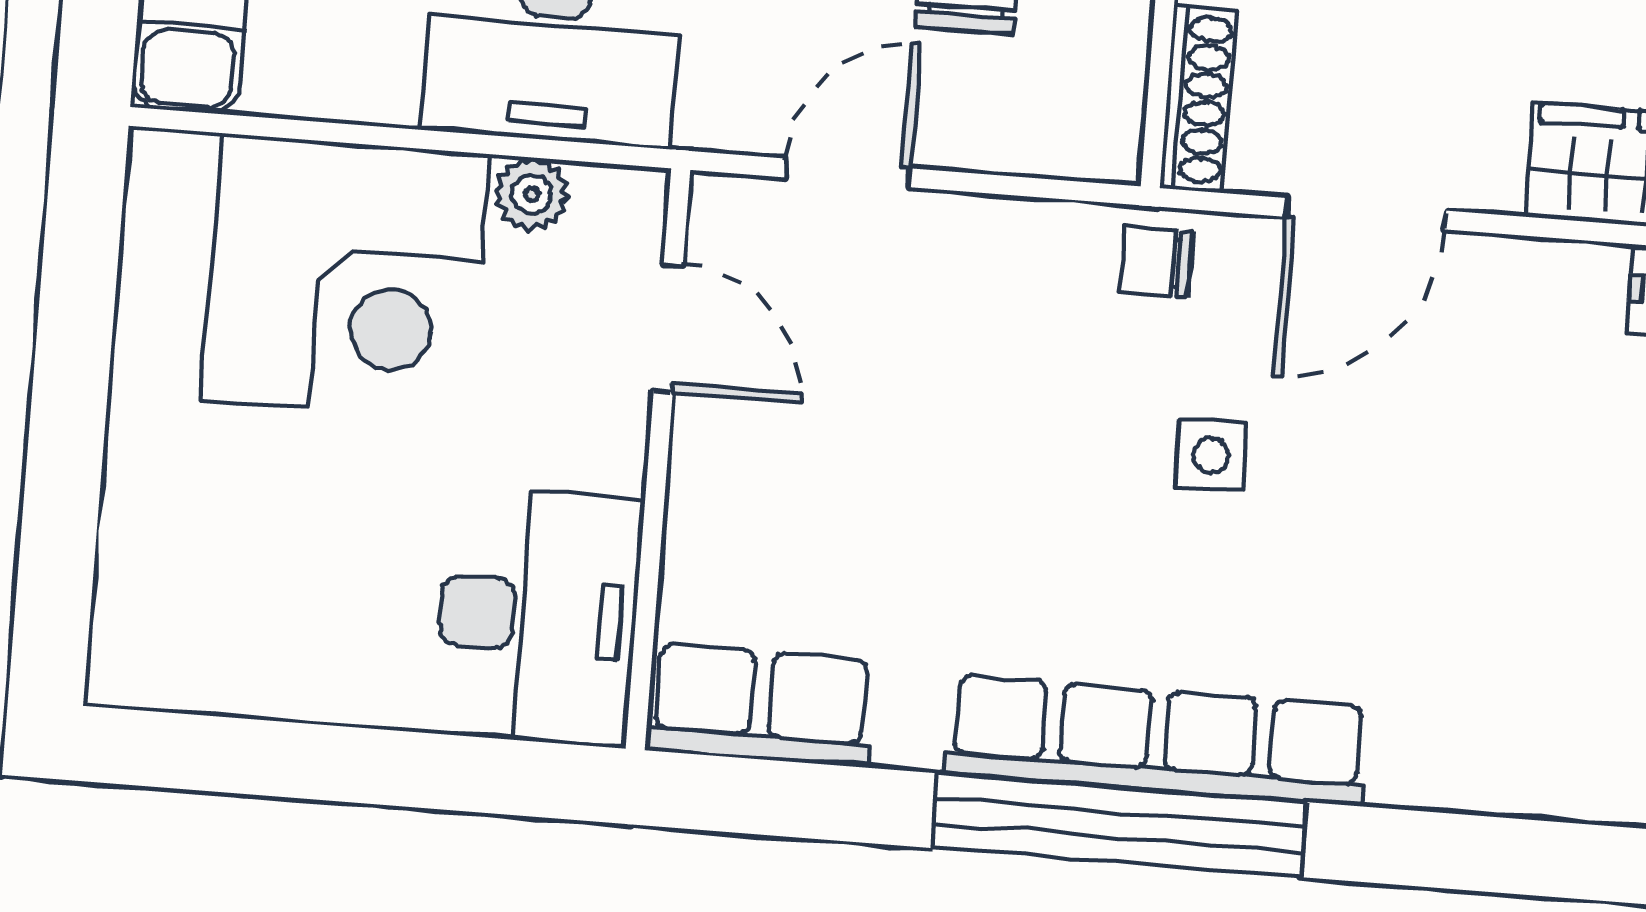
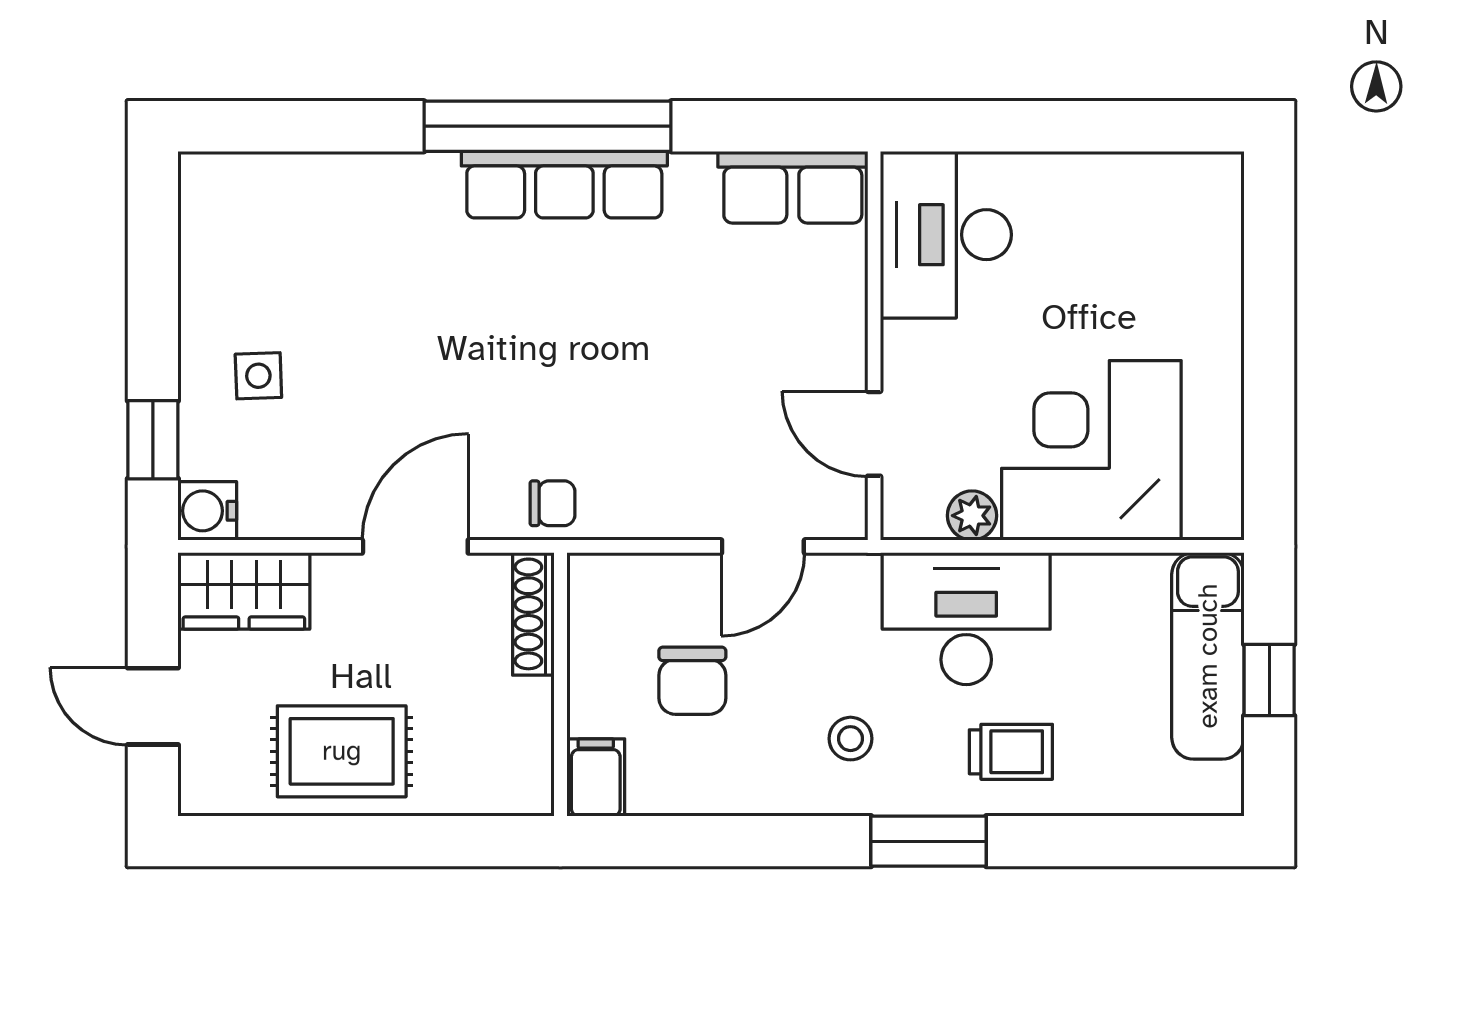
side table: (1211, 455) -> (258, 376), moved
row of seats: (1157, 740) -> (564, 185), width x0.73

